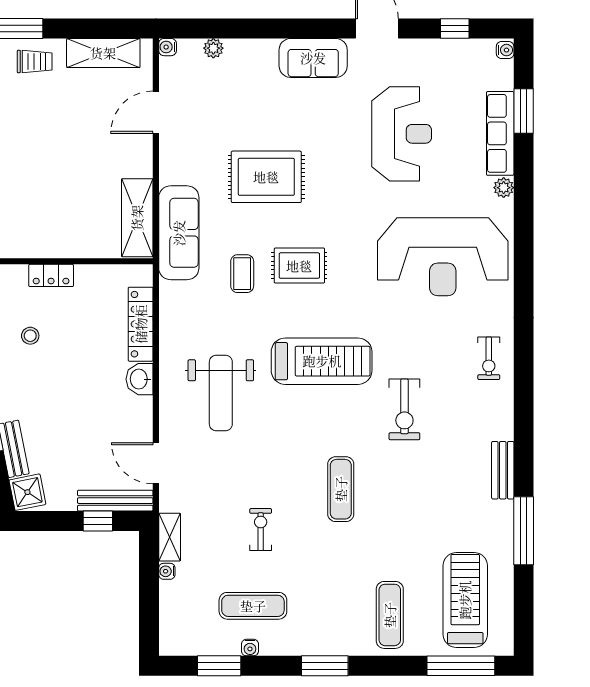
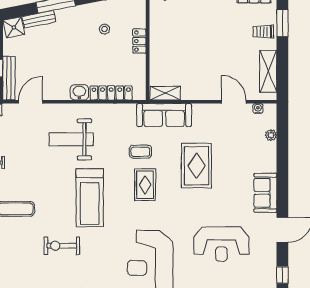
water cooler: (168, 47) -> (258, 109), moved
trolley: (35, 62) -> (263, 32), turned 90
shelving: (137, 218) -> (165, 93), width x0.67, depth x0.75

